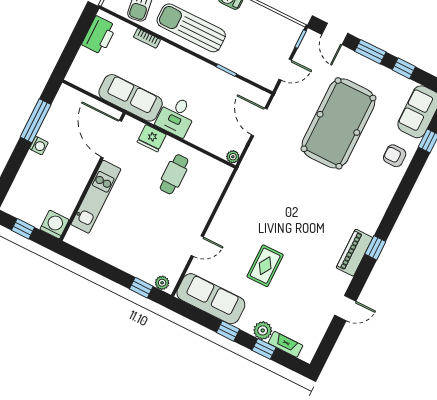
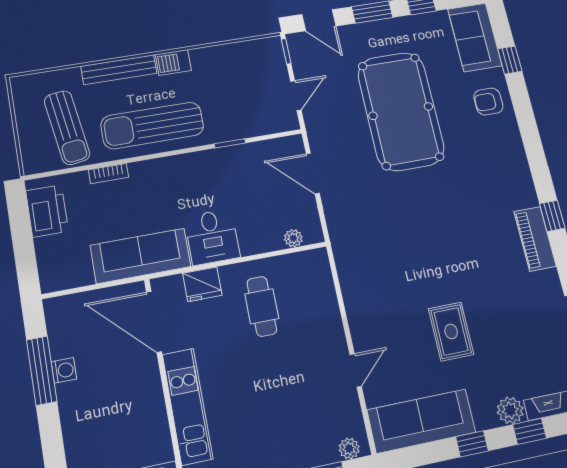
washing machine: (39, 146) -> (64, 370), moved
plant: (233, 157) -> (293, 238), moved

